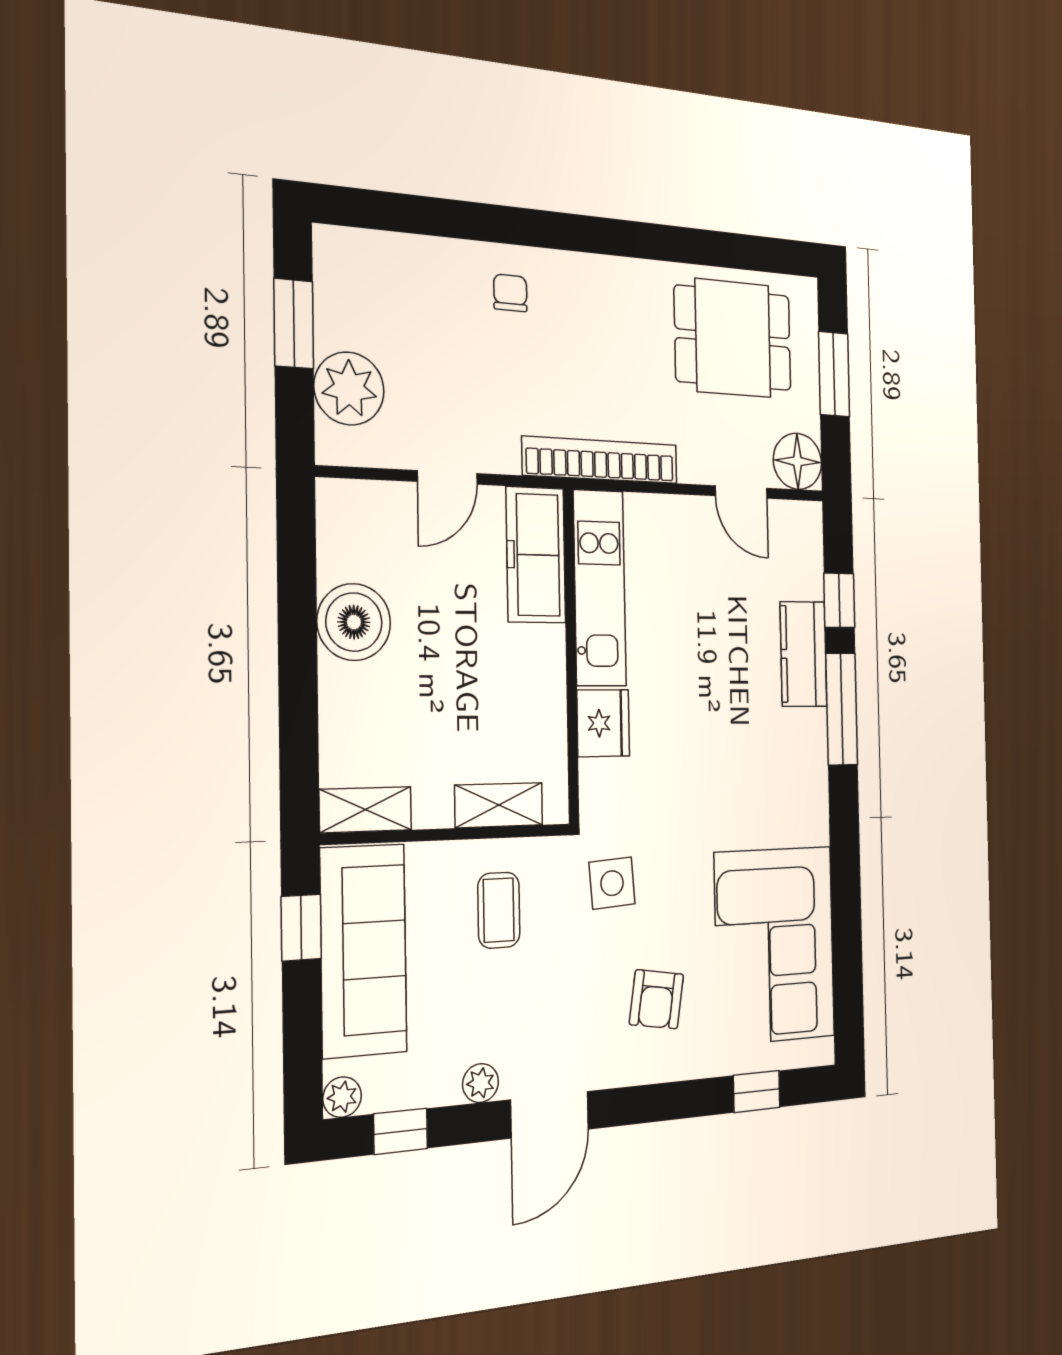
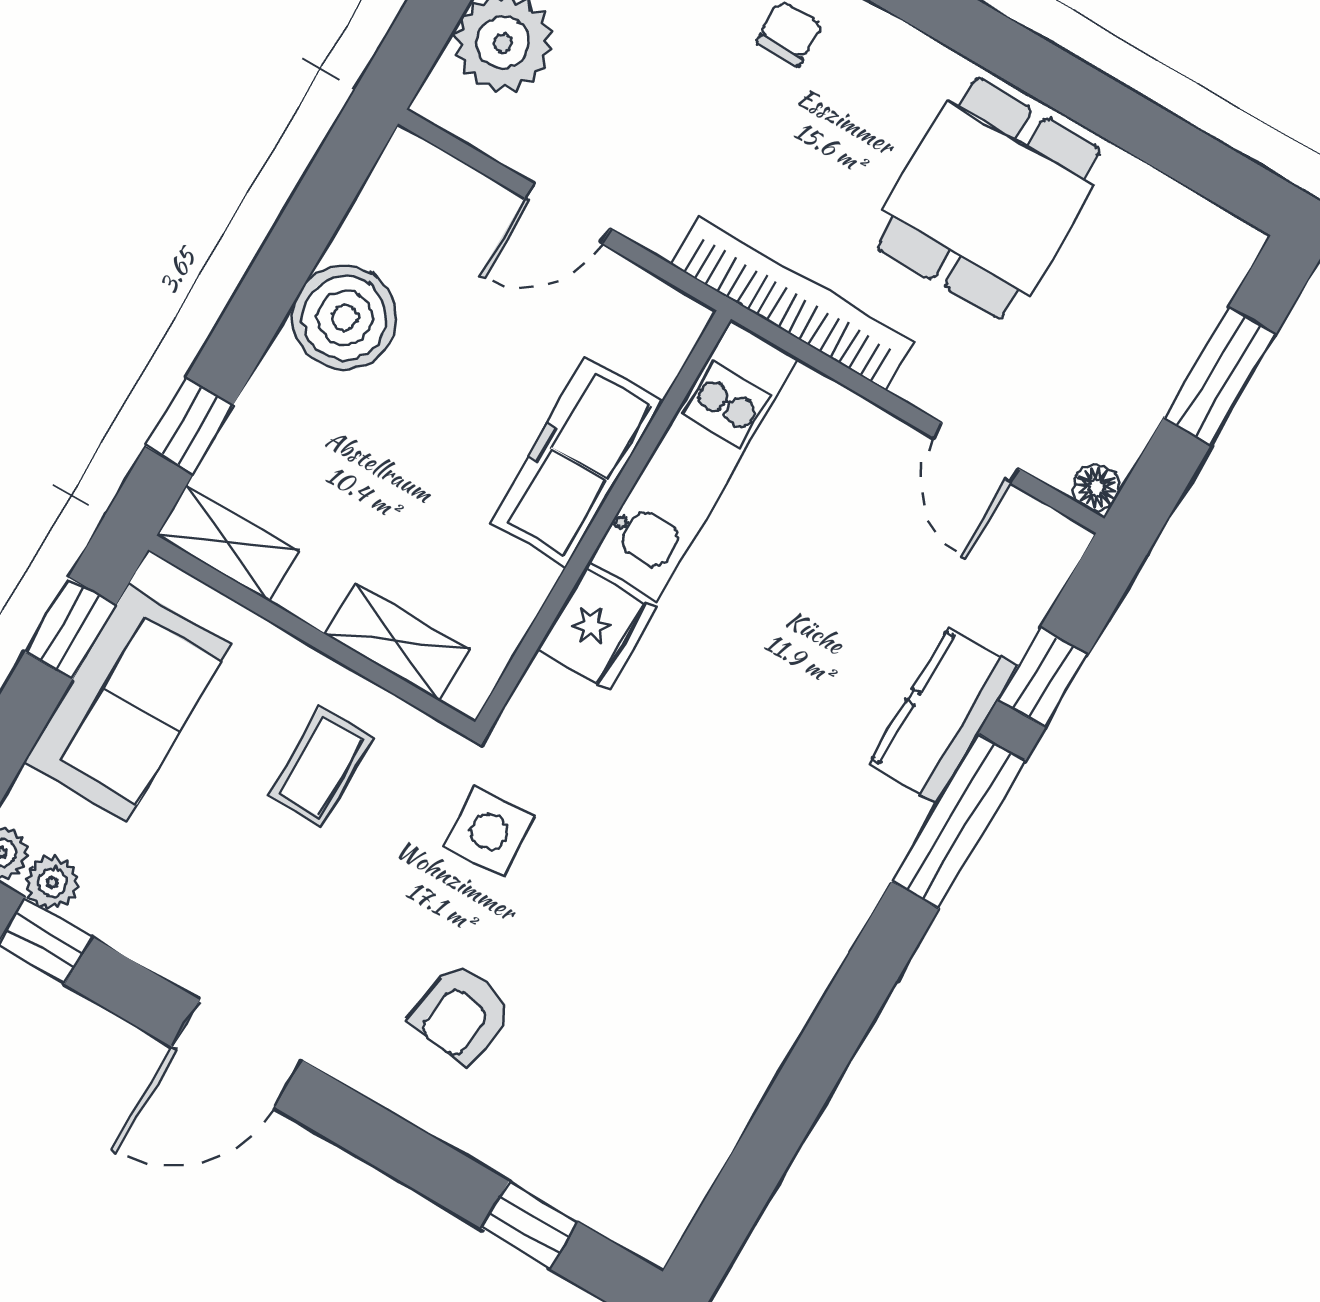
dining table: (733, 338) -> (988, 198), moved, turned 90
floor lamp: (797, 461) -> (1096, 488), width x0.53, depth x0.53
freezer: (536, 555) -> (576, 462), moved
window: (299, 750) -> (189, 426), added
corner sofa: (775, 945) -> (669, 1059), removed
sofa: (364, 950) -> (127, 703), width x0.73
plant: (481, 1083) -> (52, 883), moved

